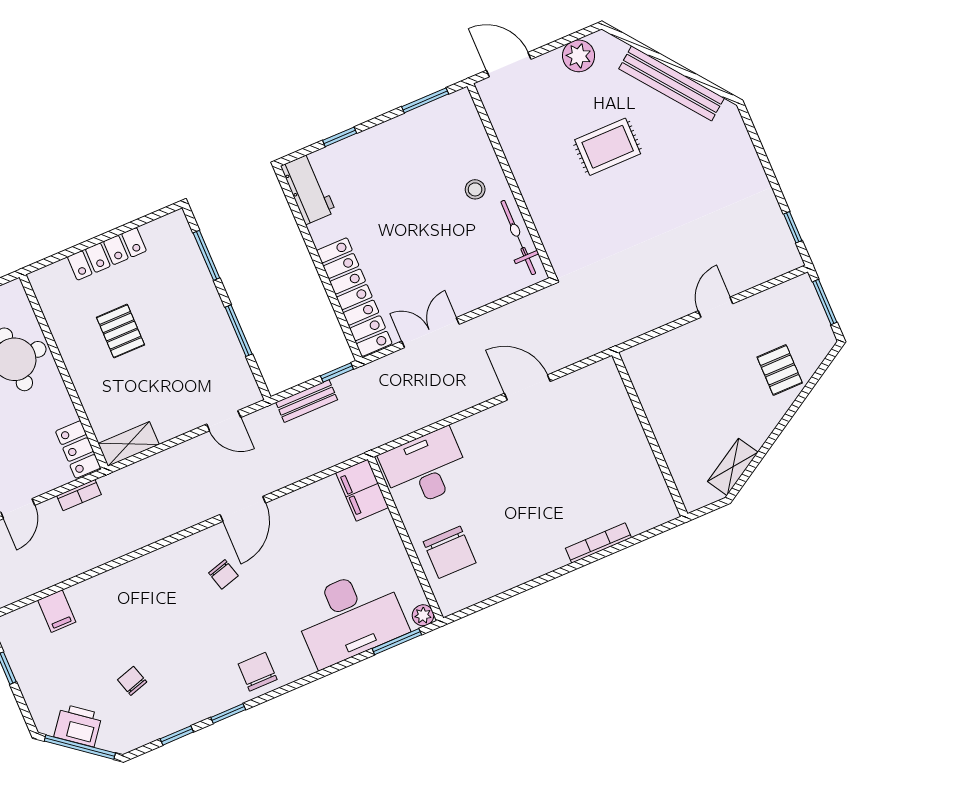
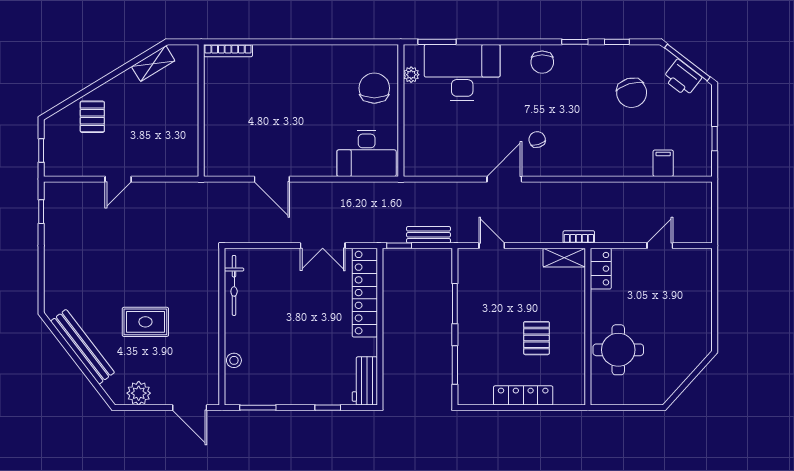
stool: (475, 189) -> (234, 360), moved
window: (825, 302) -> (41, 150), width x0.67
filing cabinet: (362, 490) -> (416, 157), removed
bookcase: (79, 495) -> (579, 237), moved
bookcase: (598, 543) -> (228, 51), moved
plant: (423, 615) -> (411, 75), moved
chair: (132, 681) -> (632, 93), width x1.87, depth x1.87

